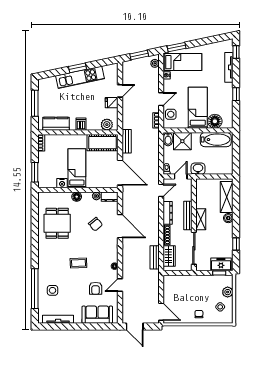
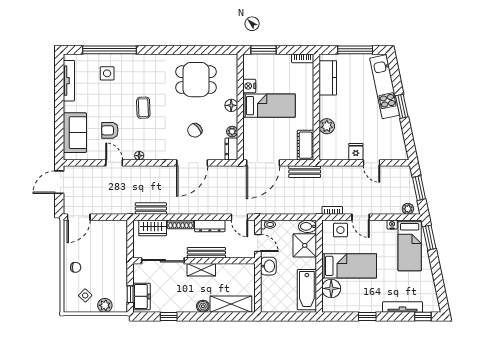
kitchen unit: (80, 77) -> (385, 87), moved
dishwasher: (81, 124) -> (327, 111), removed
plant: (107, 125) -> (327, 126), moved
cot: (103, 143) -> (306, 145), width x0.73, depth x0.75

